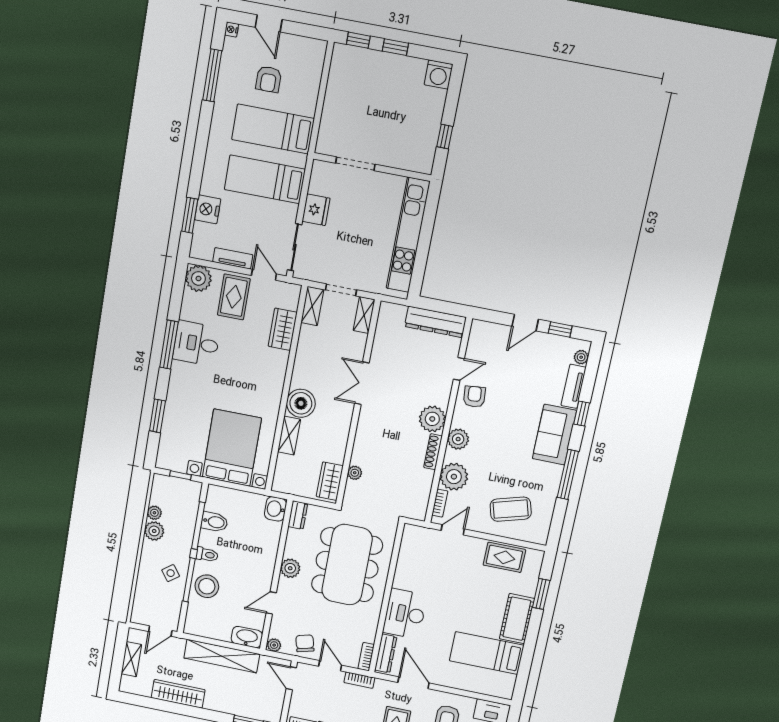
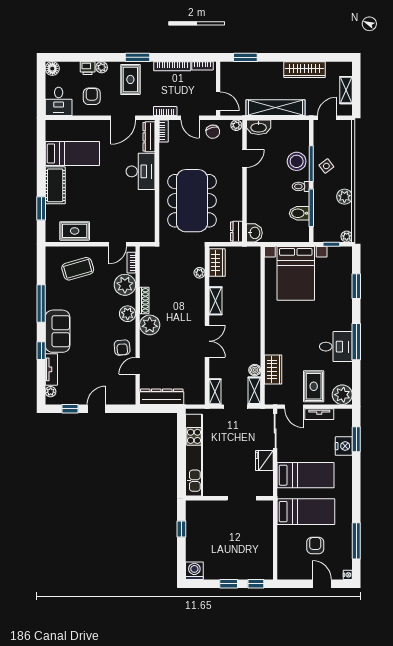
boiler: (301, 403) -> (255, 370), moved, width x0.54, depth x0.54
shelving: (289, 436) -> (215, 301), moved
plant: (154, 513) -> (347, 237), moved
plant: (290, 568) -> (235, 189), removed
door: (413, 683) -> (123, 118), hinge flipped

